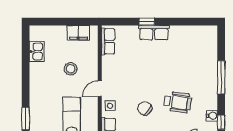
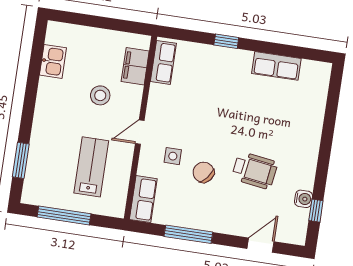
filing cabinet: (78, 33) -> (135, 66), moved, turned 90
row of seats: (154, 33) -> (276, 66), moved
window: (221, 77) -> (326, 143), removed
side table: (110, 106) -> (173, 156), moved

